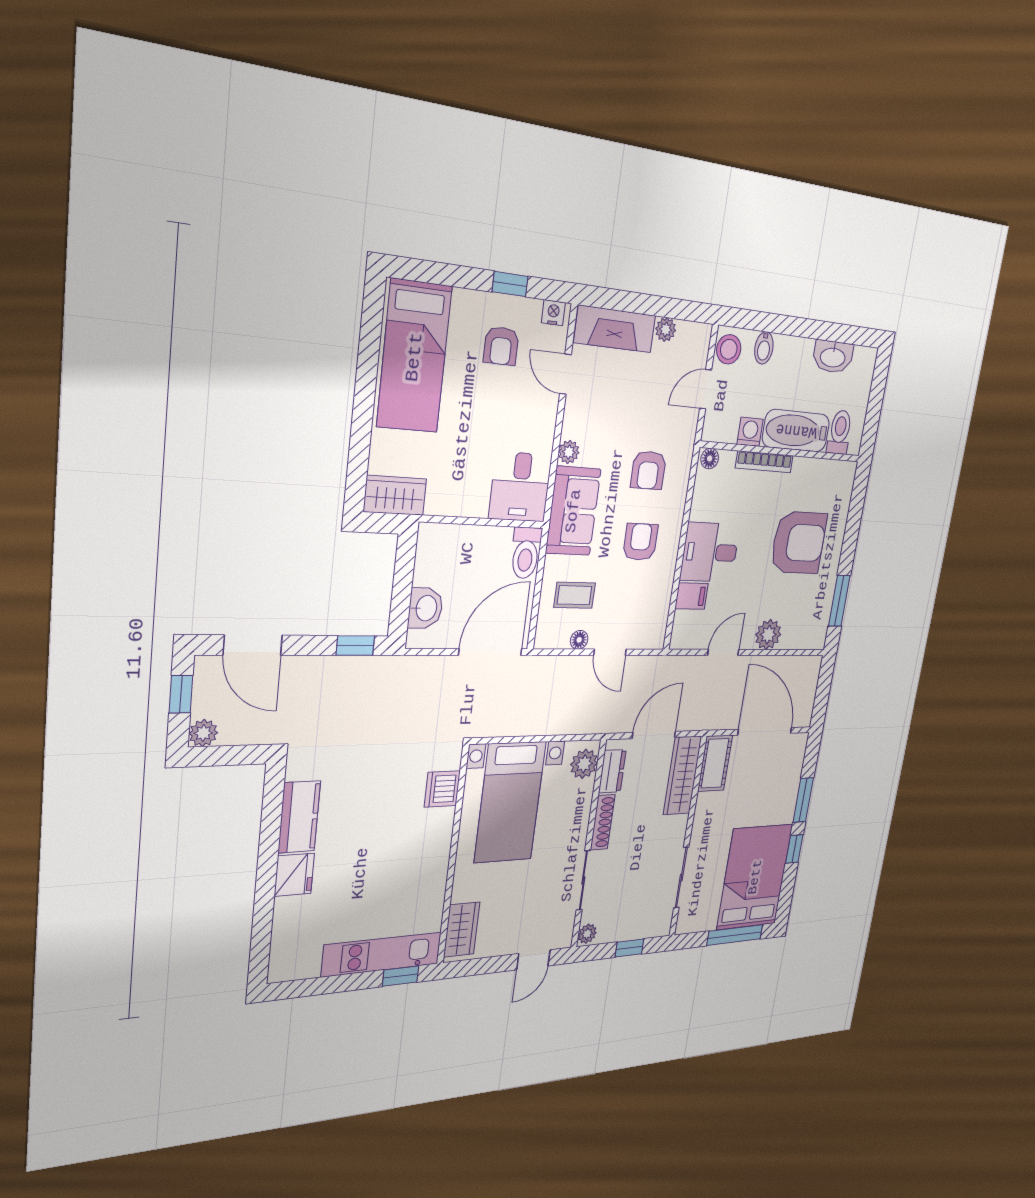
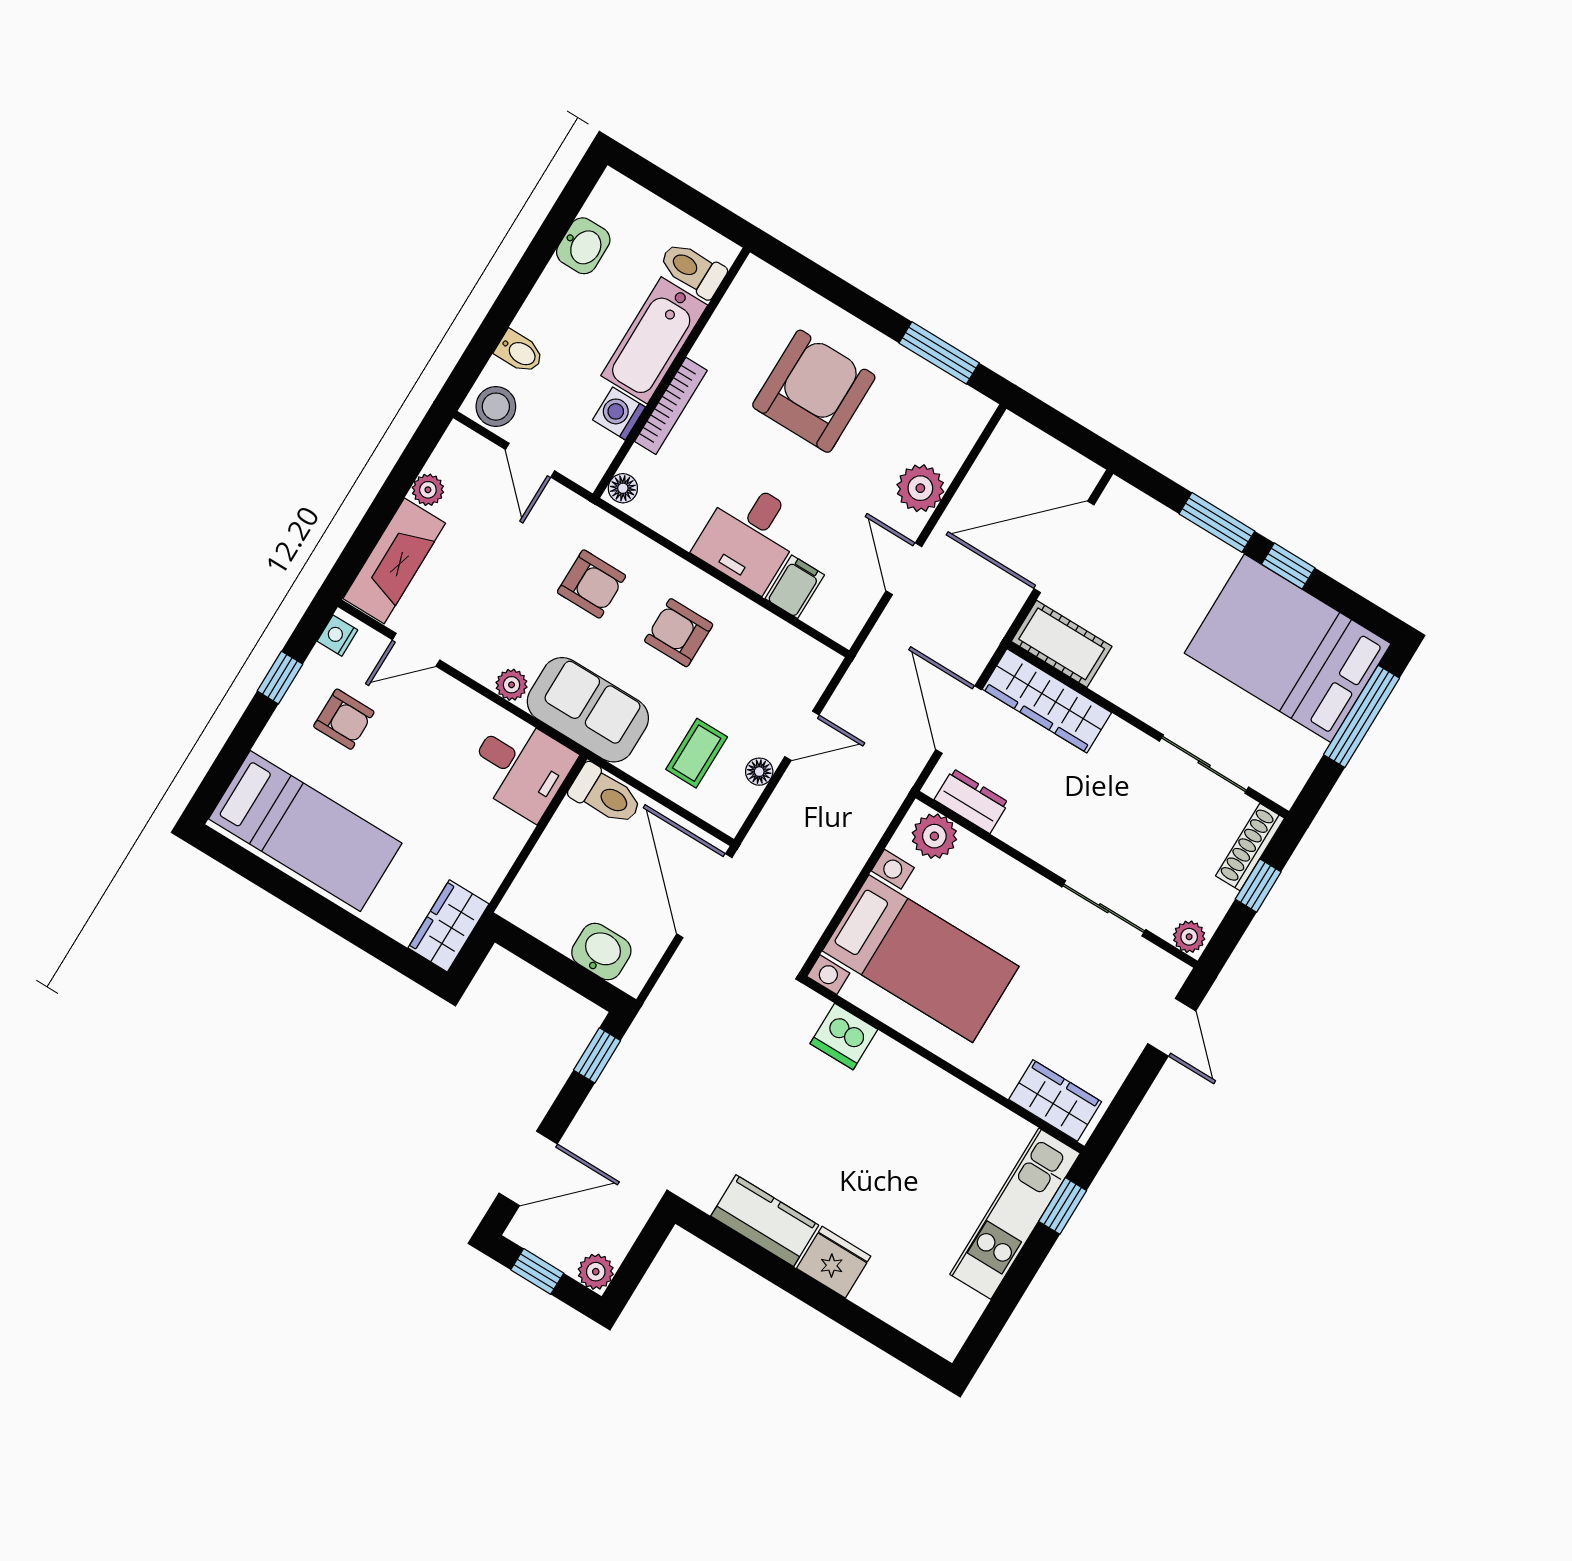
washbasin: (833, 357) -> (583, 246), width x0.72
shoe rack: (603, 822) -> (1250, 847), moved, turned -90

